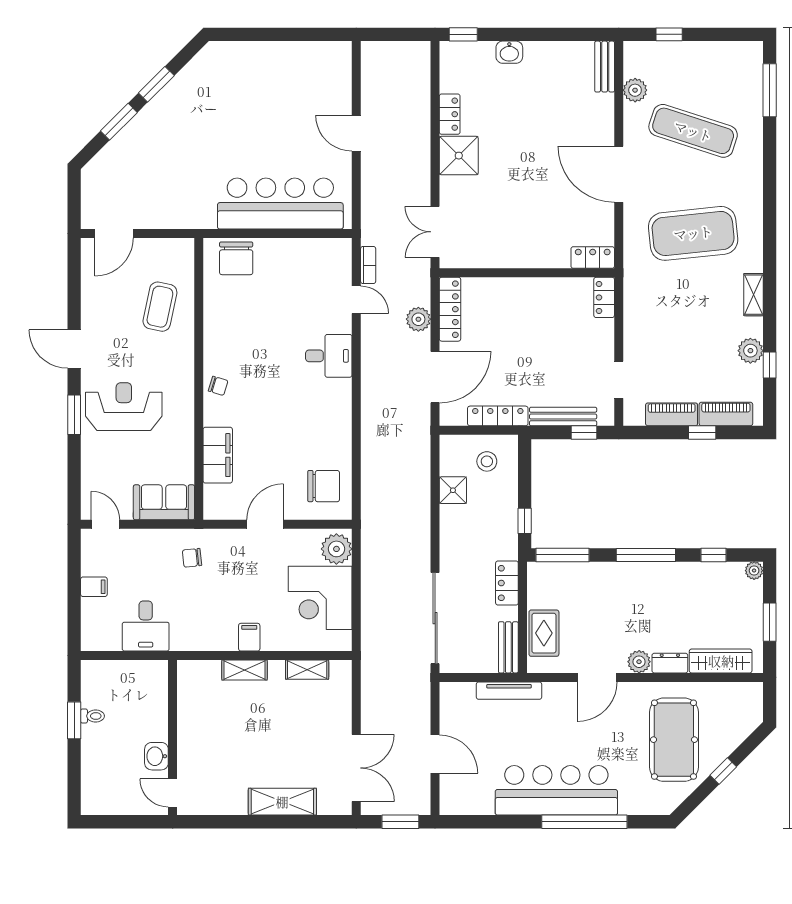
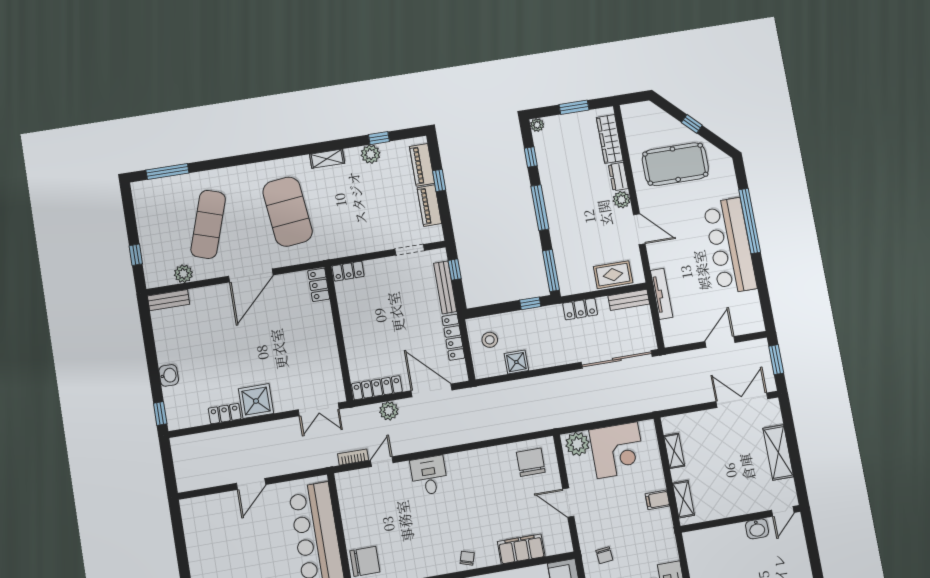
wall: (173, 738) -> (740, 519), moved
washbasin: (156, 756) -> (757, 529), moved
door: (173, 793) -> (783, 511), moved

